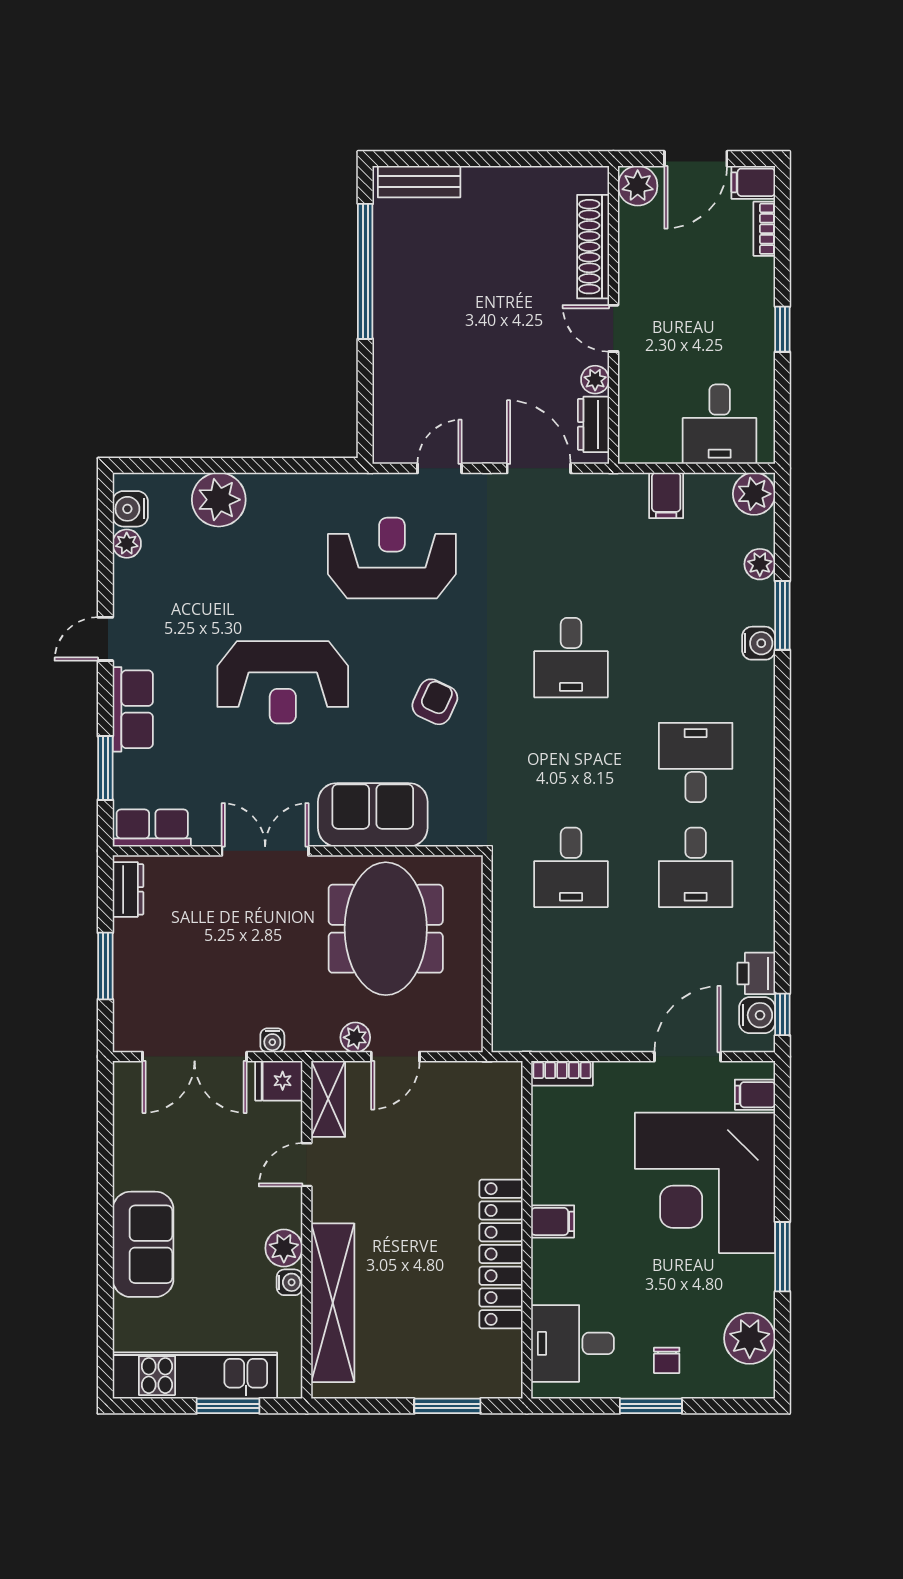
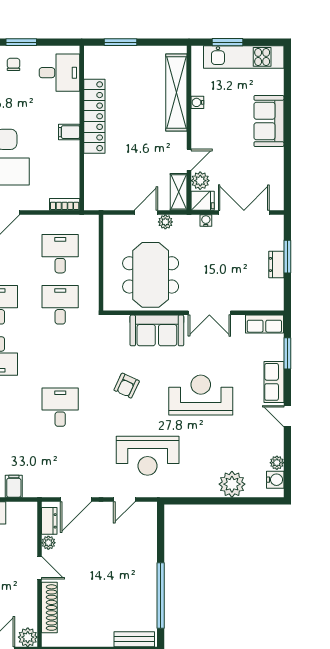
door: (539, 468) -> (76, 499), hinge flipped
door: (105, 639) -> (287, 416), swing flipped
dresser: (128, 889) -> (276, 264), moved
desk: (571, 972) -> (60, 254), added
plant: (284, 1248) -> (200, 181), moved

